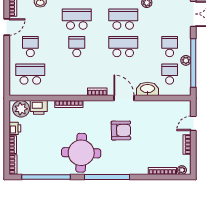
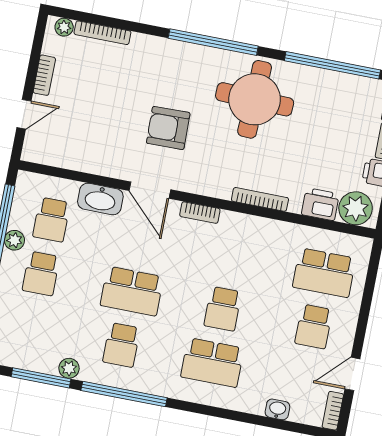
school desk: (123, 19) -> (121, 345), width x0.54

